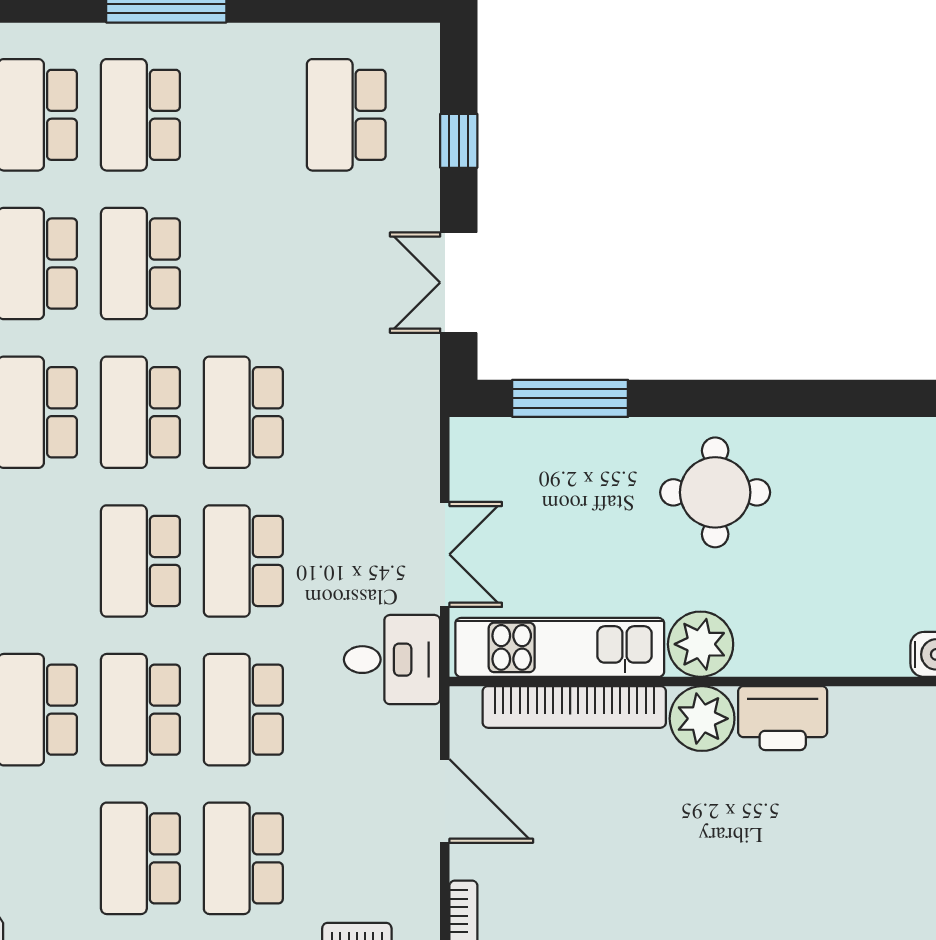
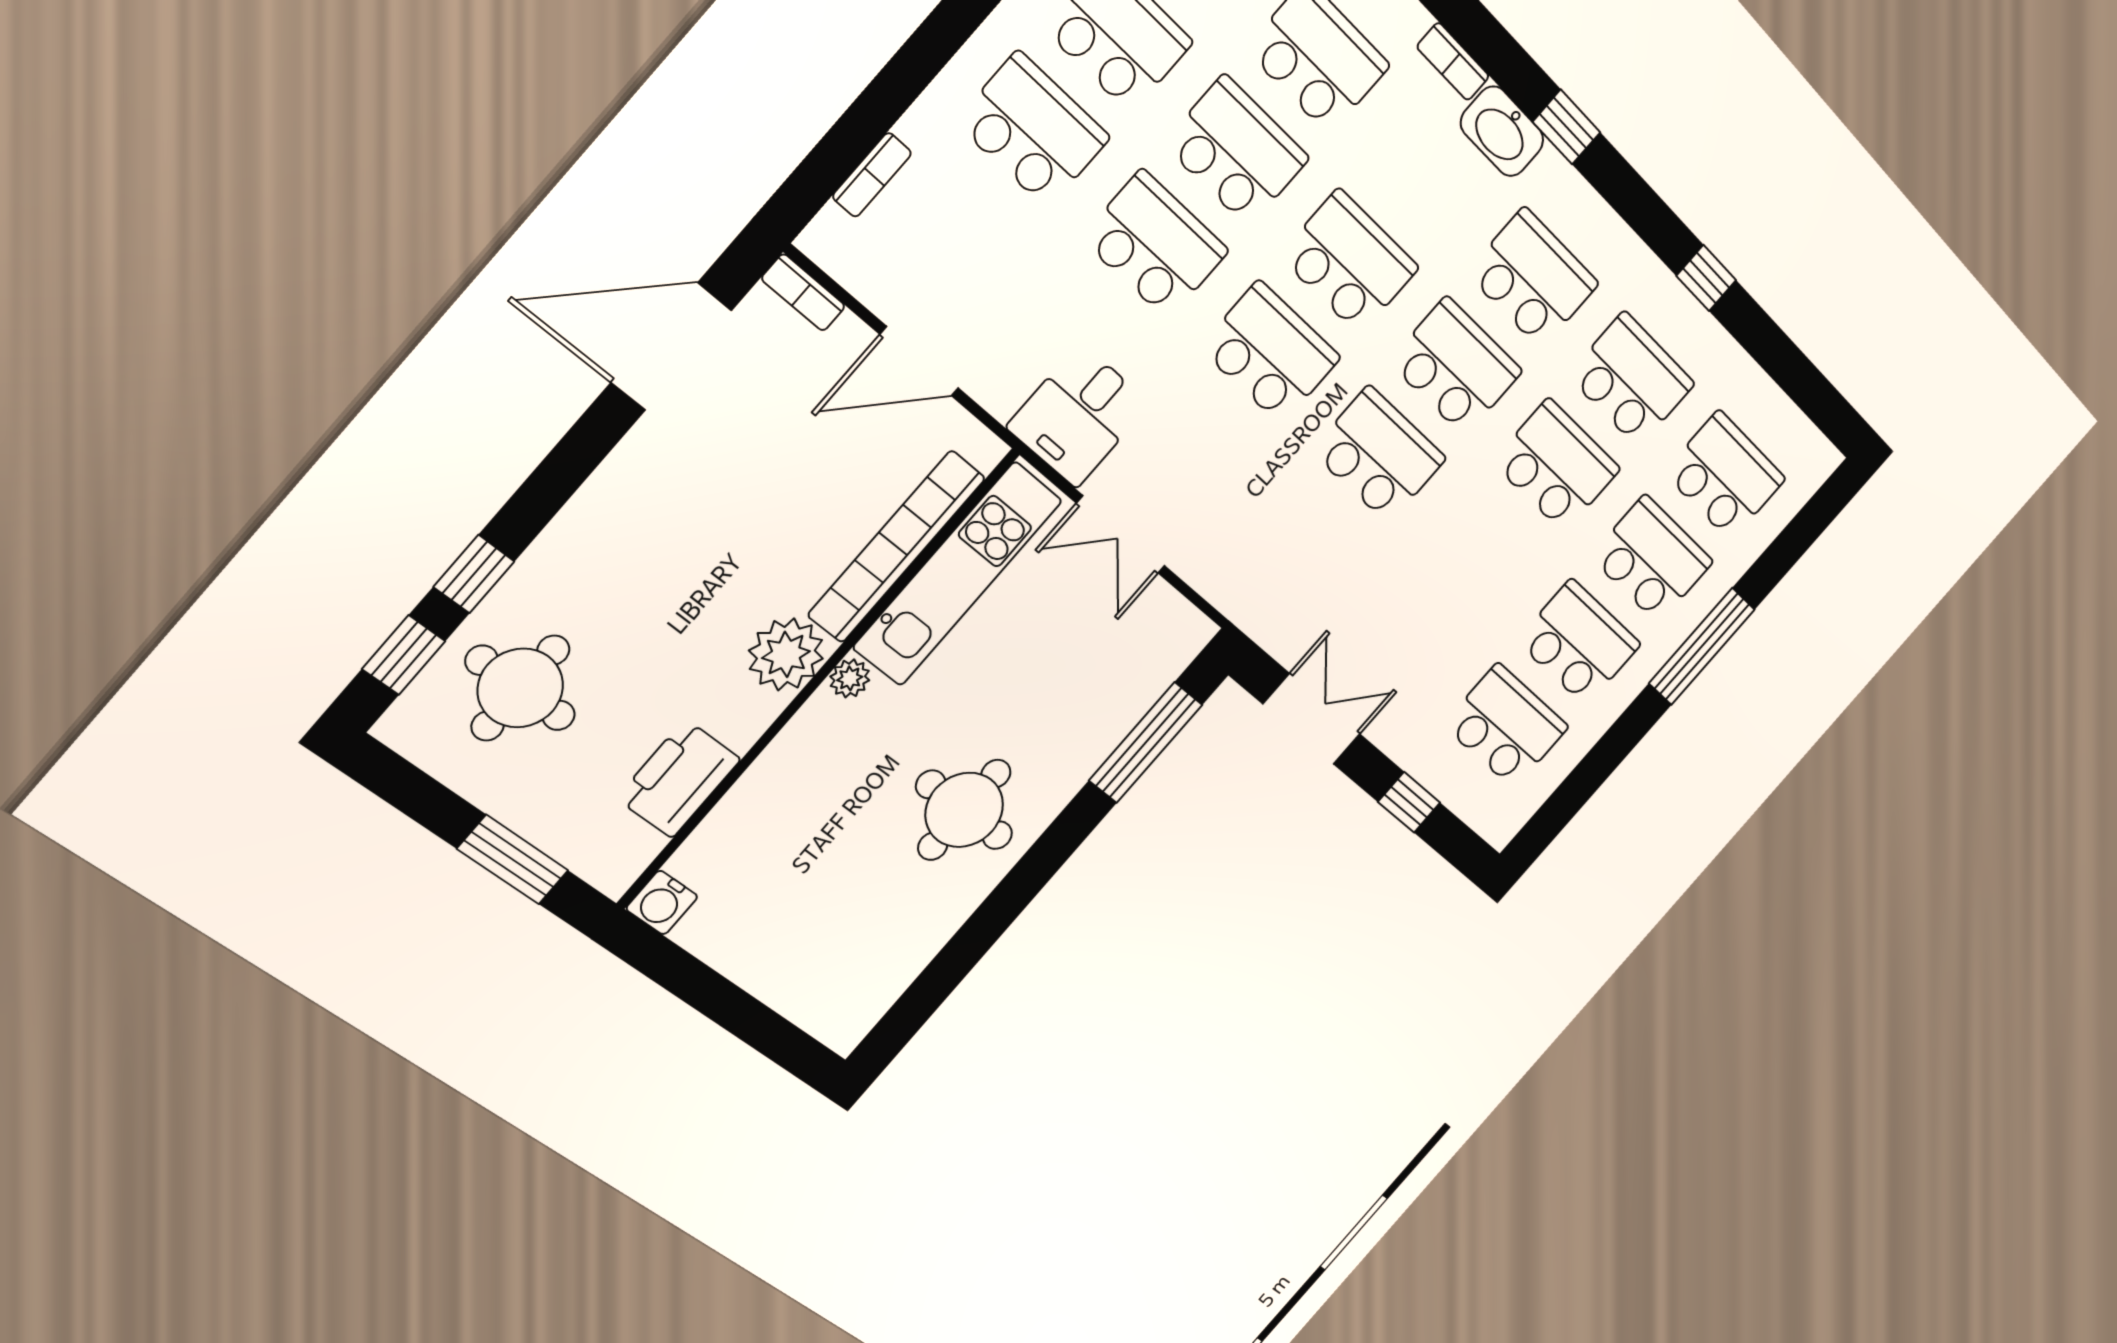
school desk: (243, 115) -> (1579, 643), added
plant: (701, 644) -> (850, 678), width x0.53, depth x0.53
printer: (783, 718) -> (679, 779), moved
round table: (854, 877) -> (520, 688), added

